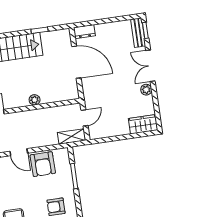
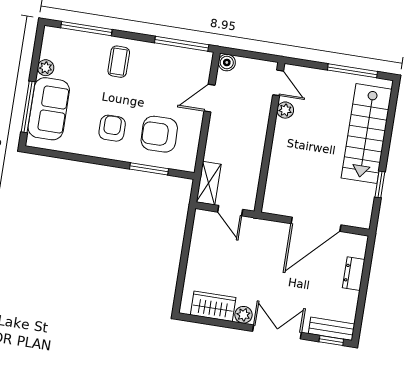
dresser: (84, 32) -> (354, 274), moved
plant: (35, 100) -> (285, 110), moved
wardrobe: (143, 124) -> (213, 306), moved, turned -90
armchair: (43, 164) -> (159, 134), moved

